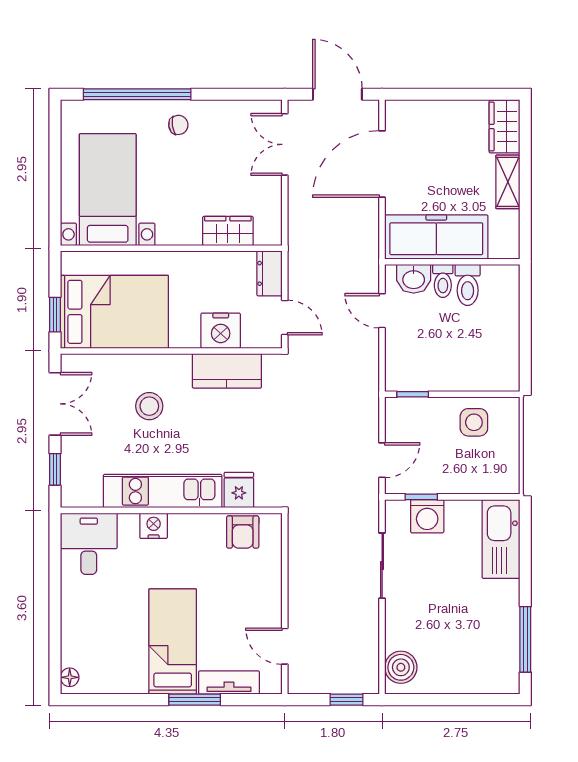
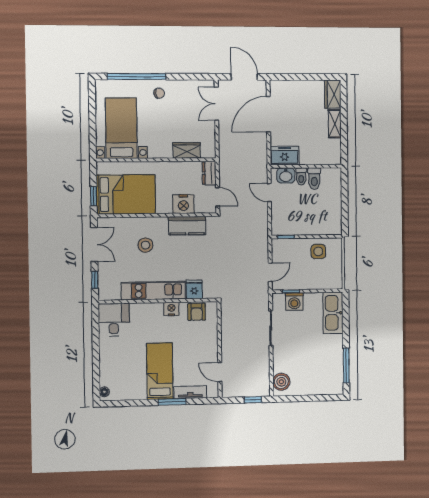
freezer: (436, 237) -> (285, 156), width x0.52, depth x0.79
nightstand: (154, 526) -> (171, 309), moved

